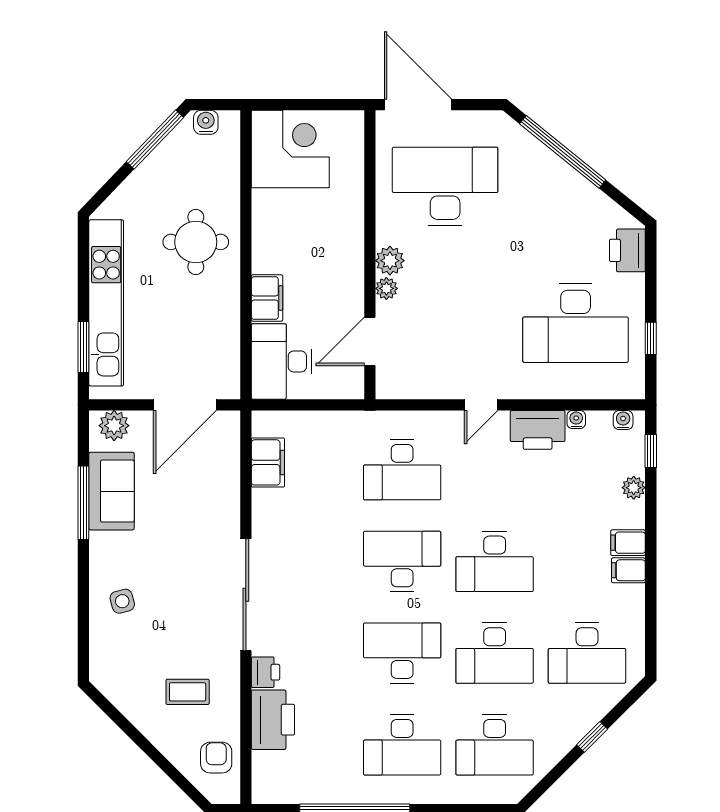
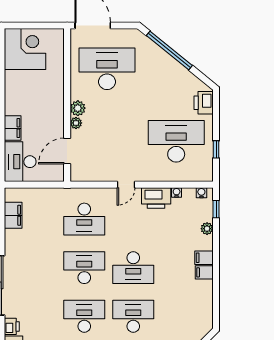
desk: (576, 323) -> (176, 141), turned 180
desk: (495, 653) -> (133, 316), turned 180
desk: (587, 653) -> (182, 316), removed

